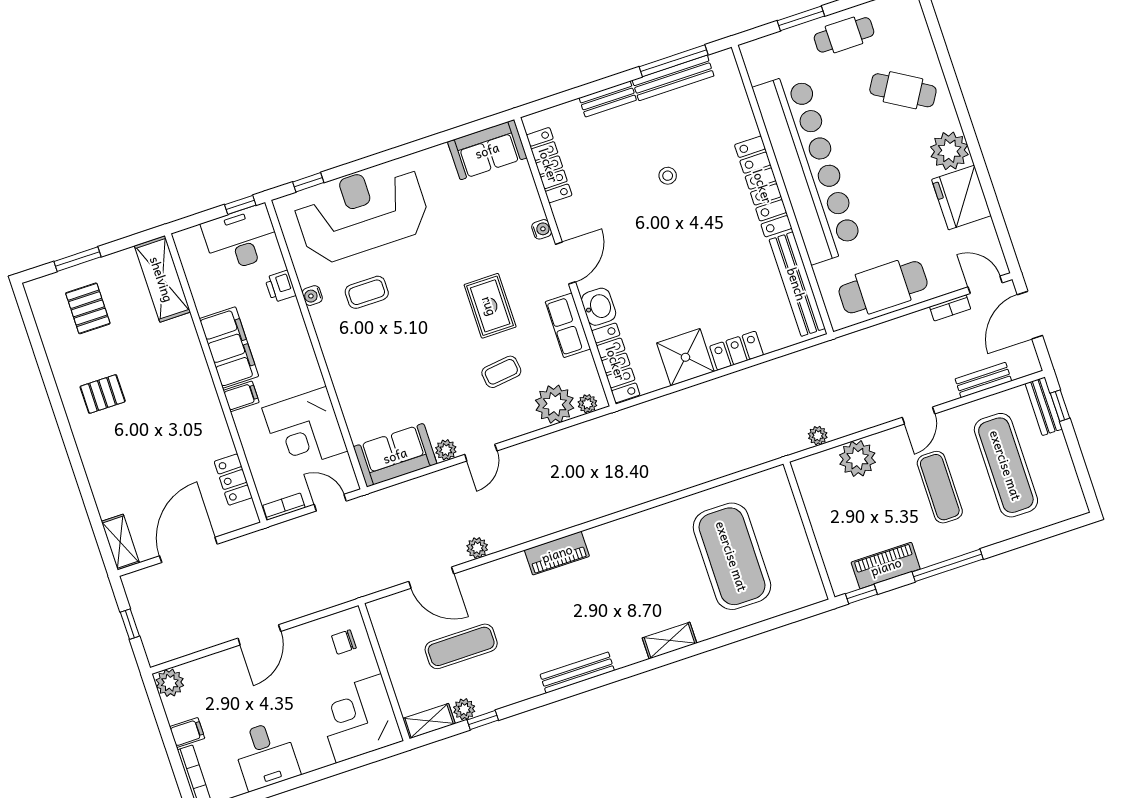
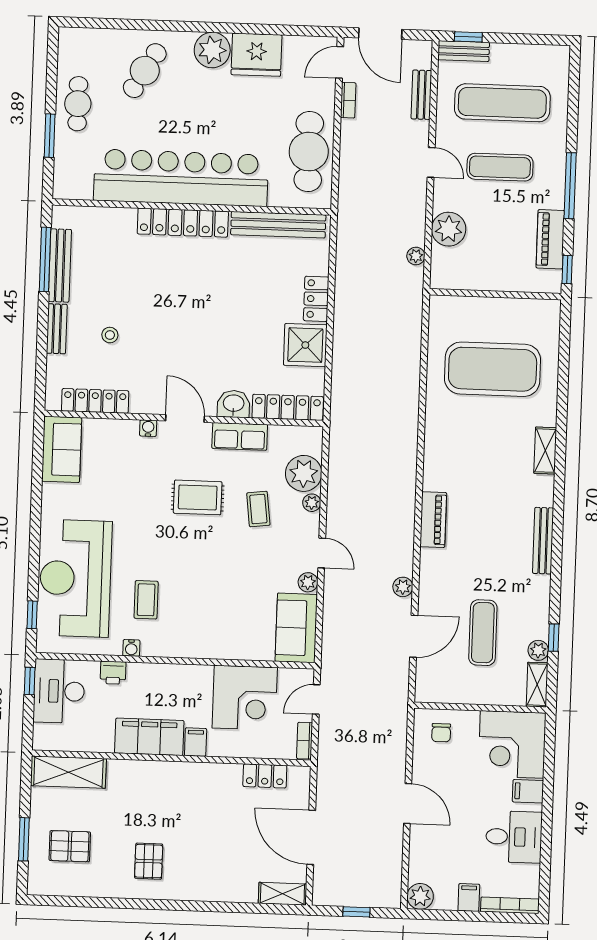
stool: (668, 176) -> (110, 335), moved
plant: (587, 404) -> (312, 503), moved
filing cabinet: (317, 752) -> (528, 791), added

